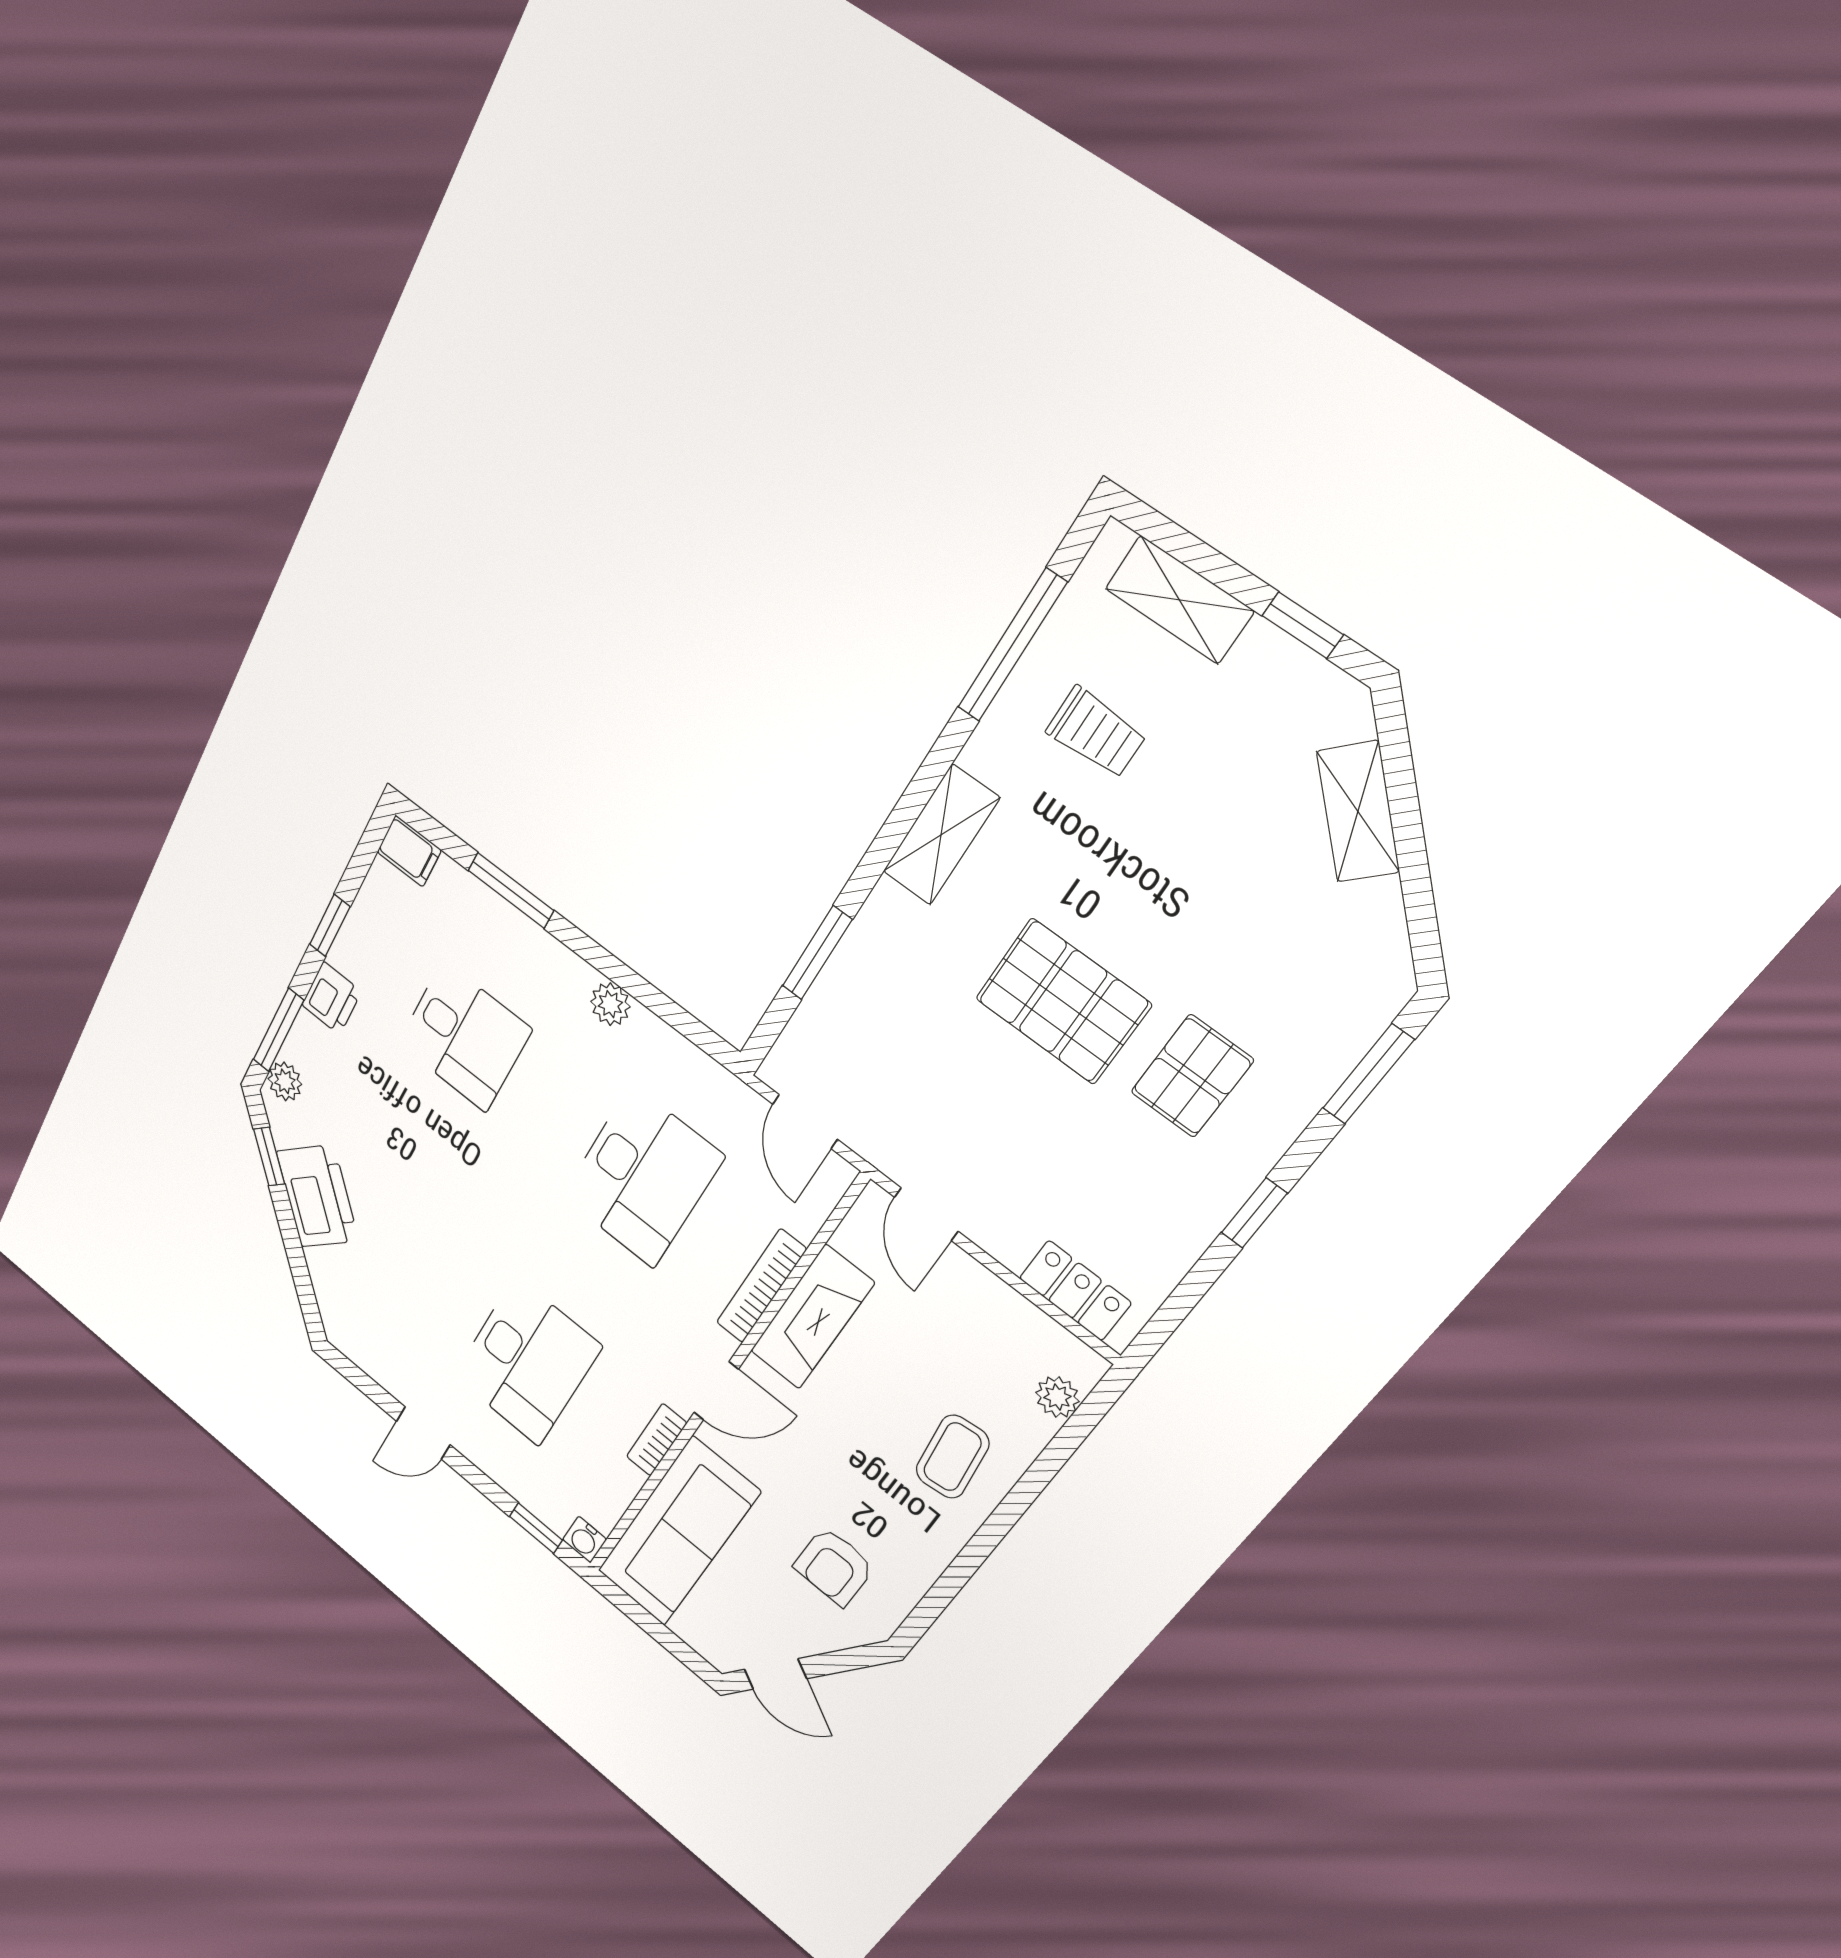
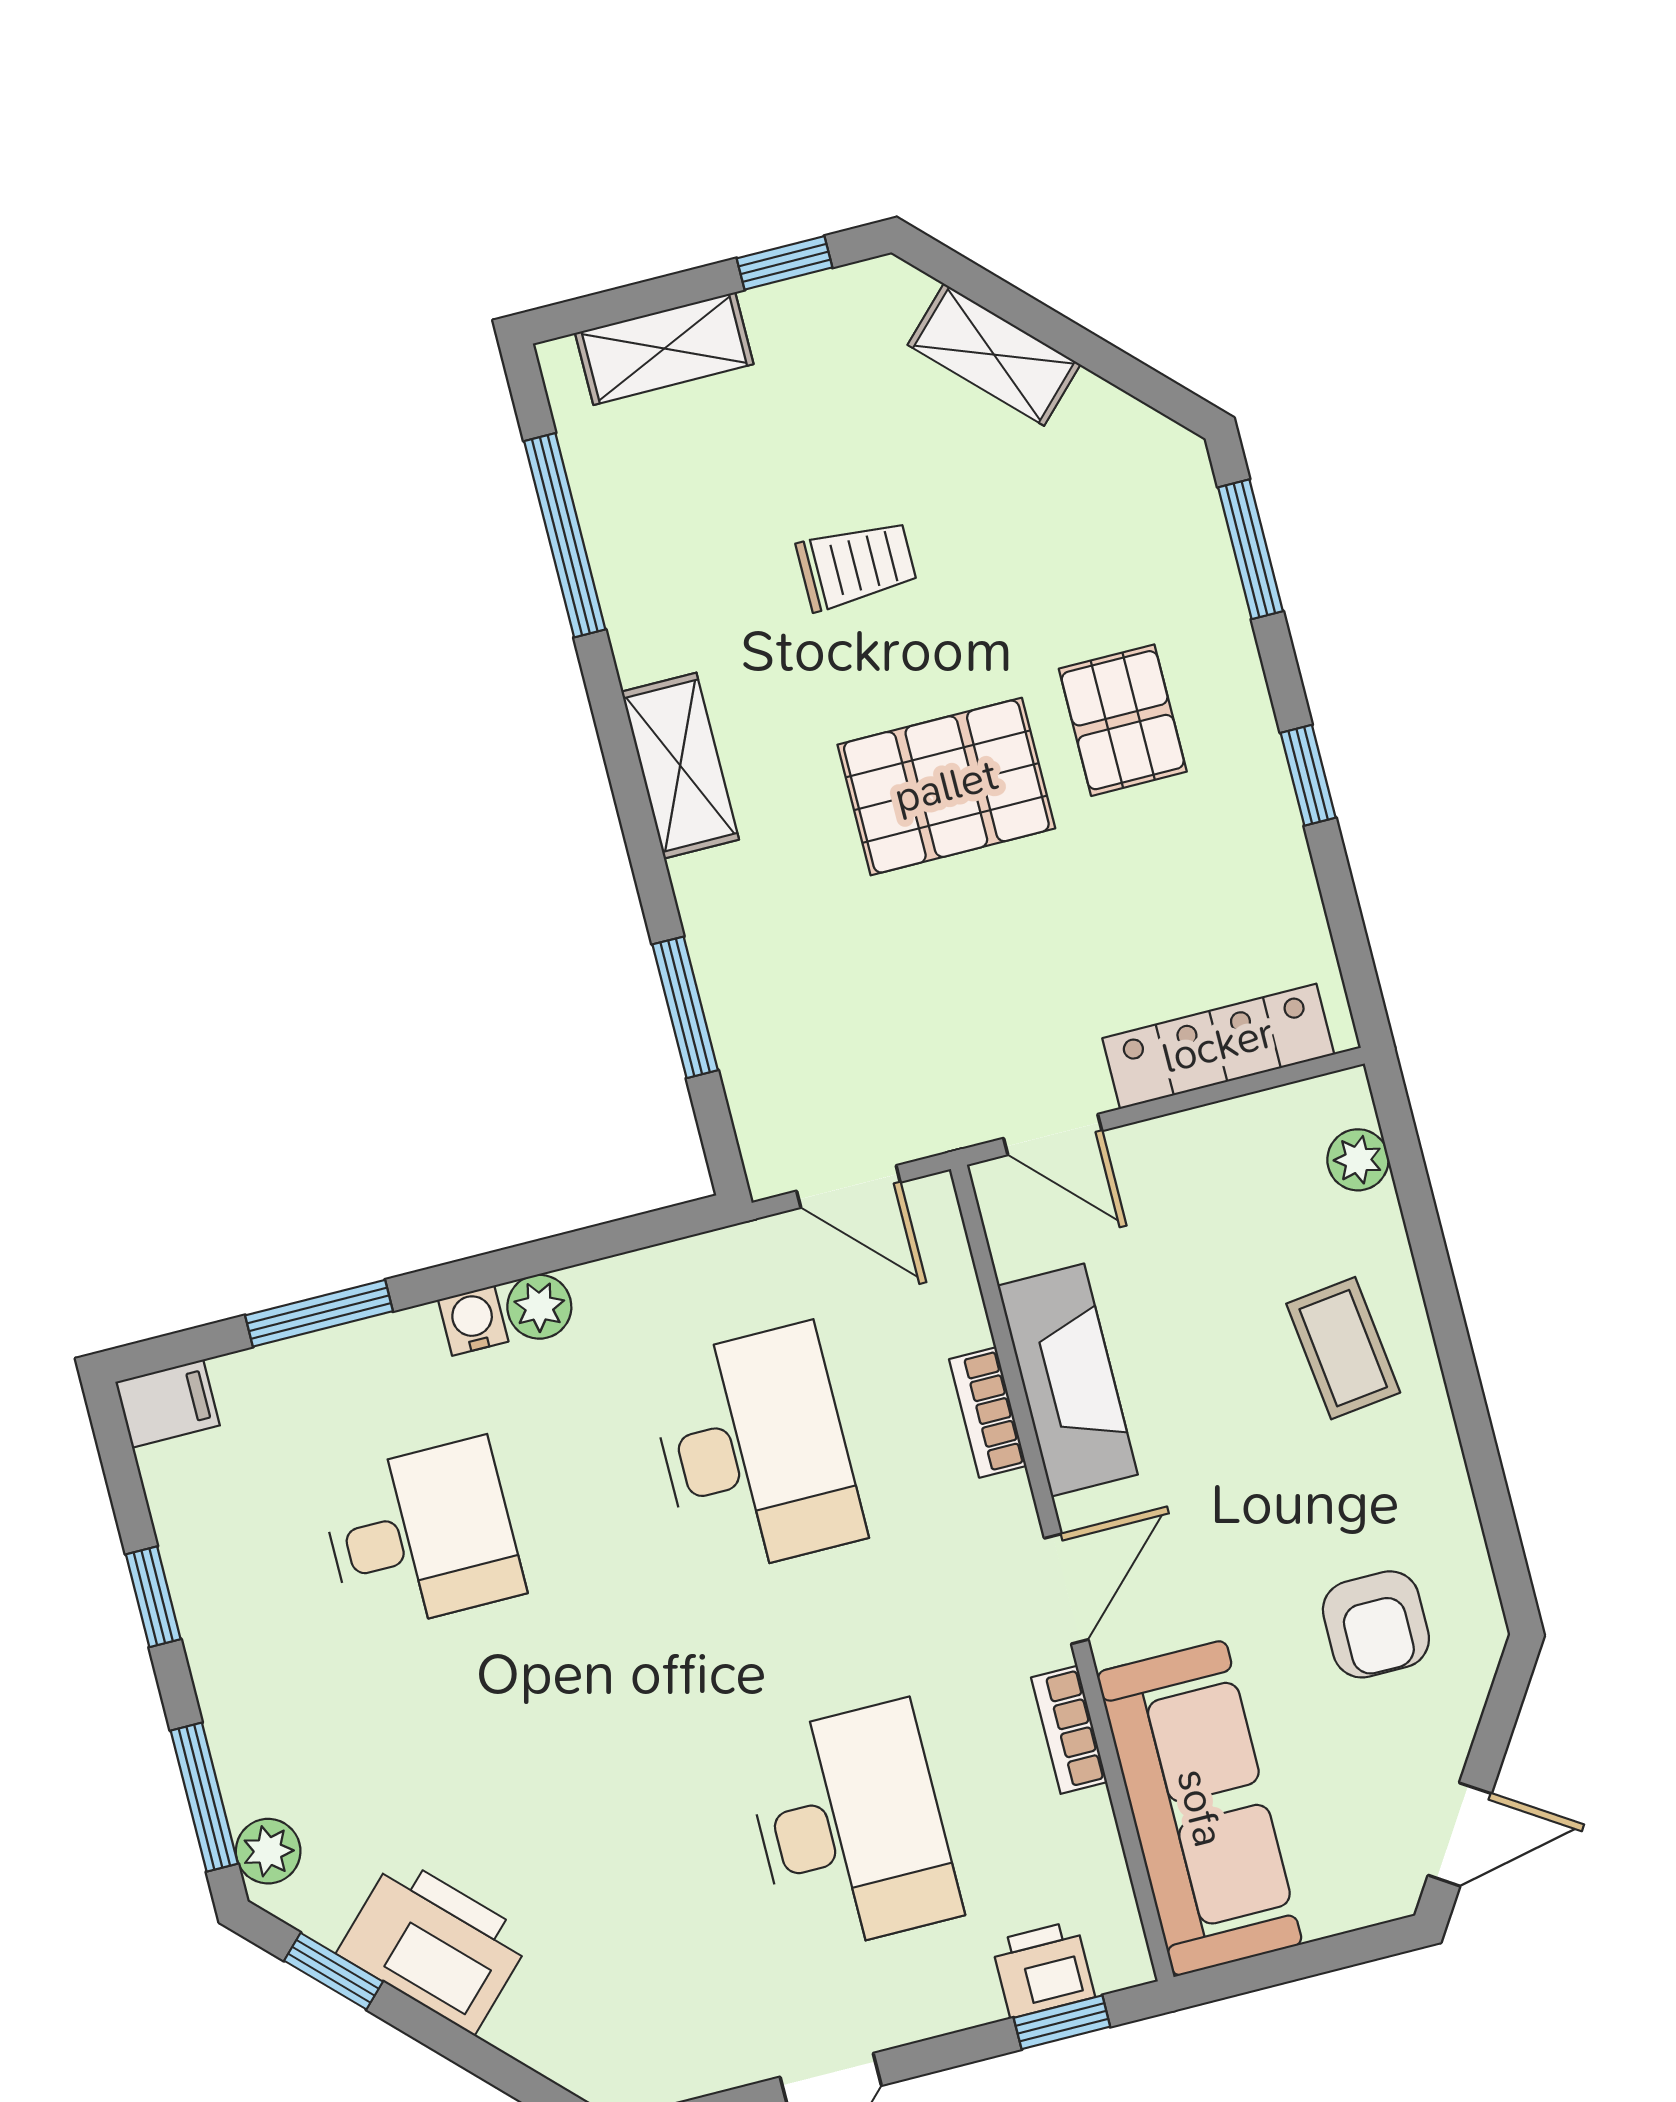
trolley: (1096, 732) -> (857, 565), moved
printer: (332, 998) -> (1043, 1969), moved, turned -90
bookcase: (761, 1286) -> (988, 1412), width x0.64
locker: (1075, 1291) -> (1218, 1046), width x1.53
water cooler: (584, 1540) -> (473, 1321), moved, turned 180

